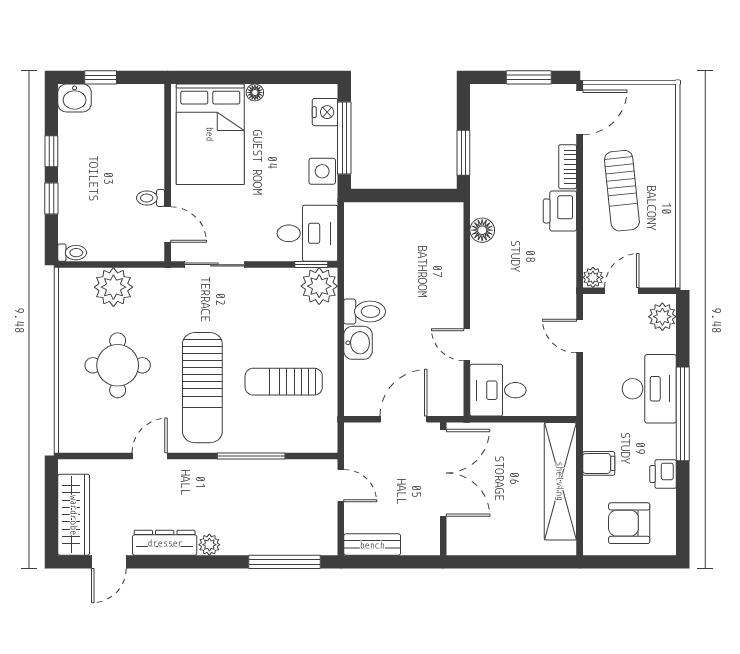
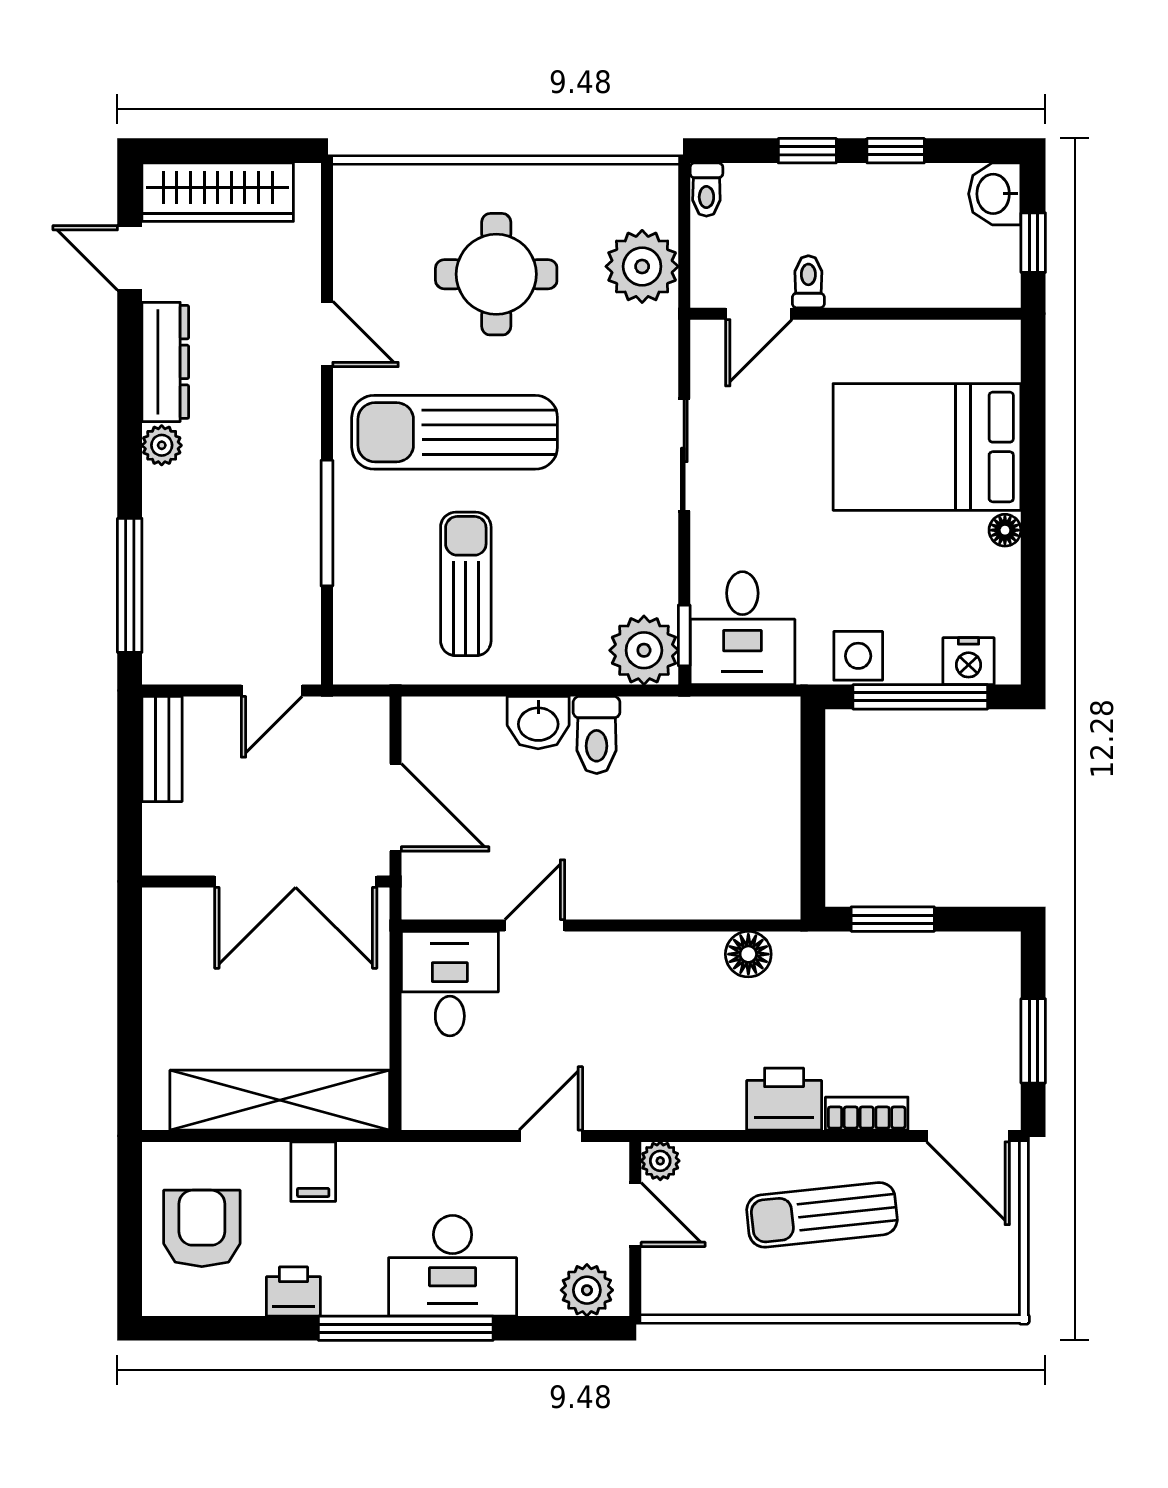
wall: (168, 173) -> (856, 314), moved
toilet: (151, 198) -> (808, 282), moved
door: (168, 225) -> (759, 314), moved

